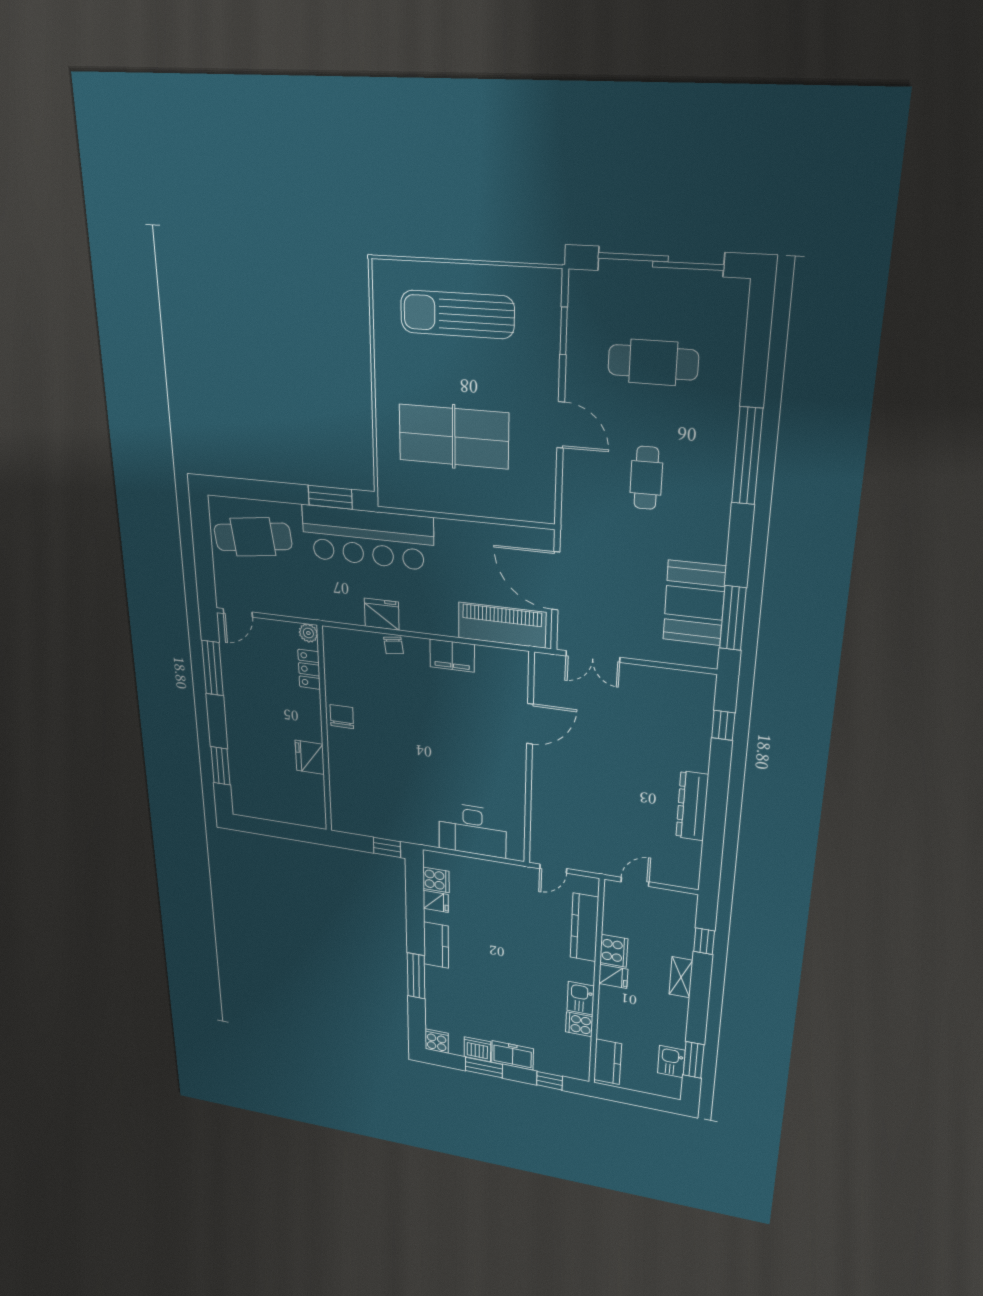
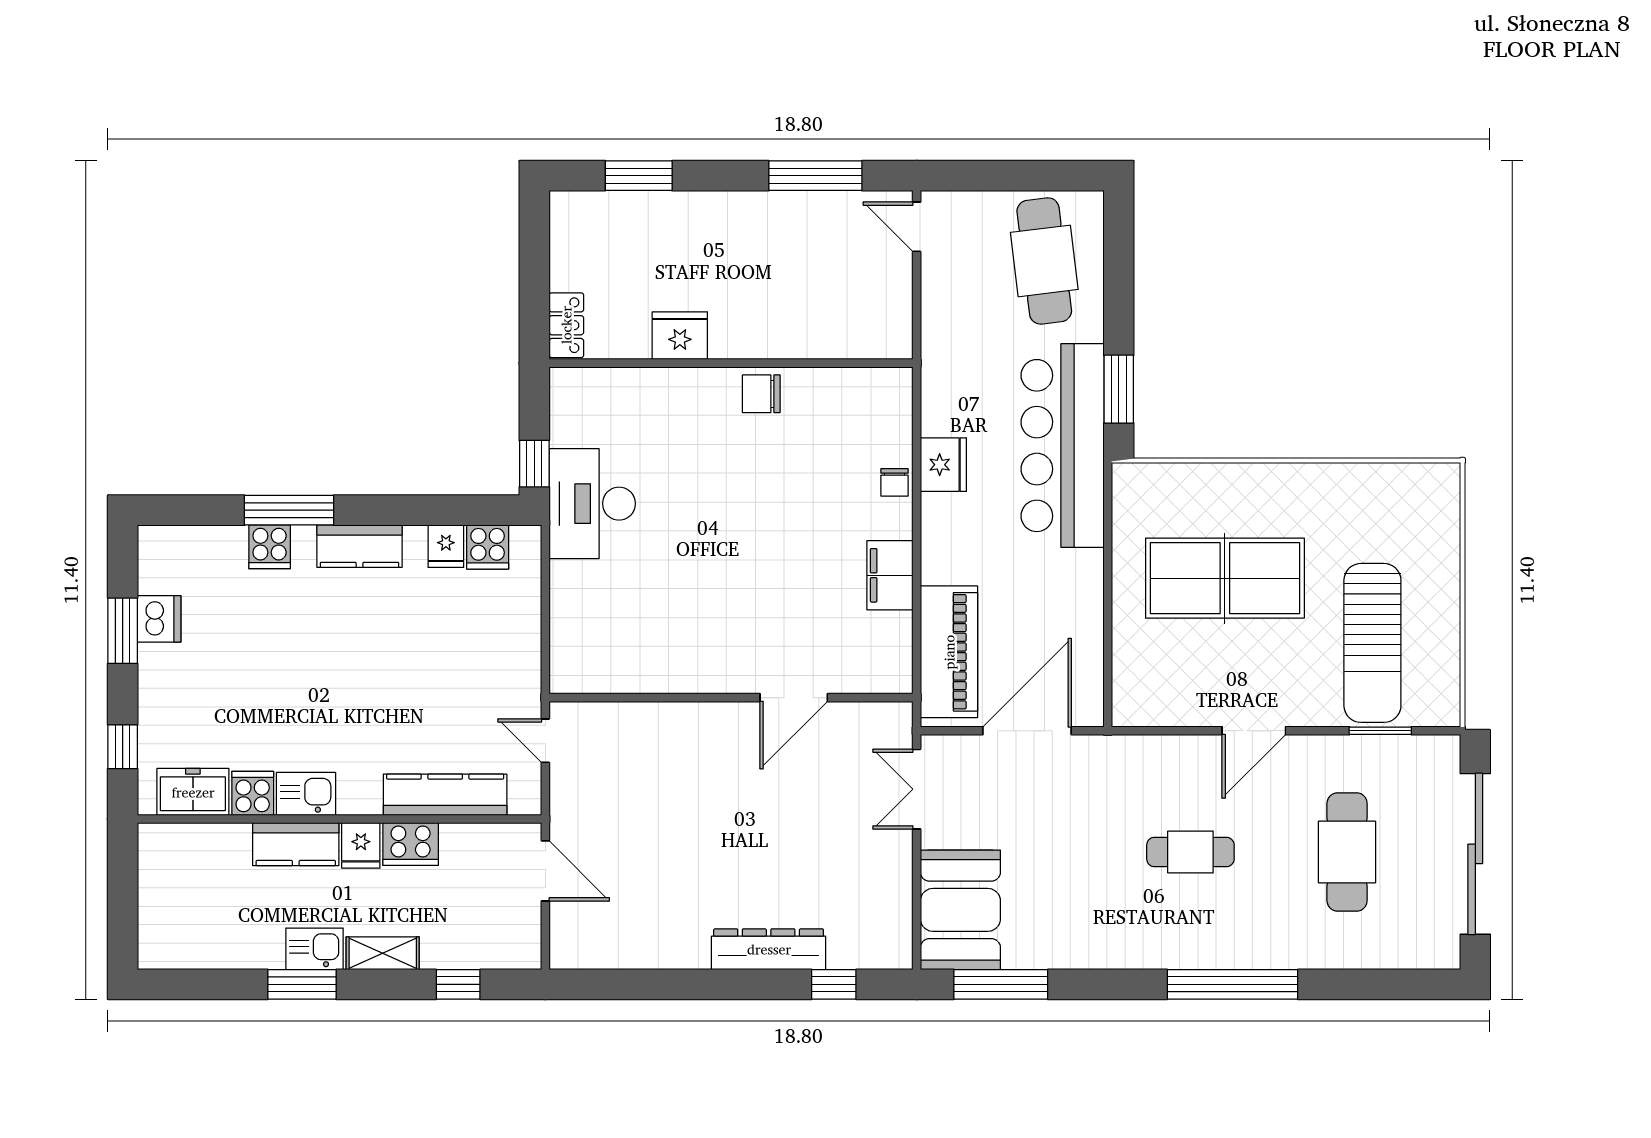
sun lounger: (457, 314) -> (1372, 643), moved, turned 180
table tennis table: (454, 437) -> (1225, 578), turned 90
booth: (694, 603) -> (960, 910), moved, turned 90
plant: (308, 633) -> (897, 344), removed
chair: (393, 645) -> (894, 482), turned -82
locker: (309, 669) -> (566, 325), moved, turned 90
chair: (342, 717) -> (761, 394), turned 180
door: (530, 724) -> (794, 698), hinge flipped
dresser: (692, 806) -> (769, 949), moved
desk: (472, 830) -> (592, 504), moved
door: (635, 882) -> (545, 871), width x1.38
cooker: (437, 1041) -> (270, 547), moved, turned 90
freezer: (512, 1055) -> (193, 792), moved, turned -90
window: (693, 1060) -> (302, 984), moved
kitchen counter: (608, 1062) -> (296, 844), moved
kitchen sink: (671, 1062) -> (315, 949), moved

